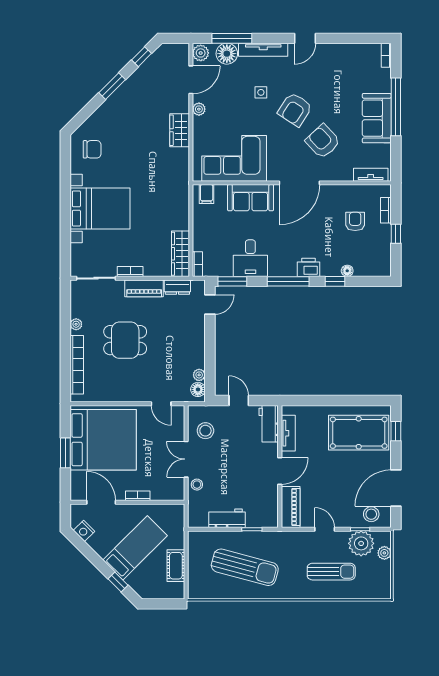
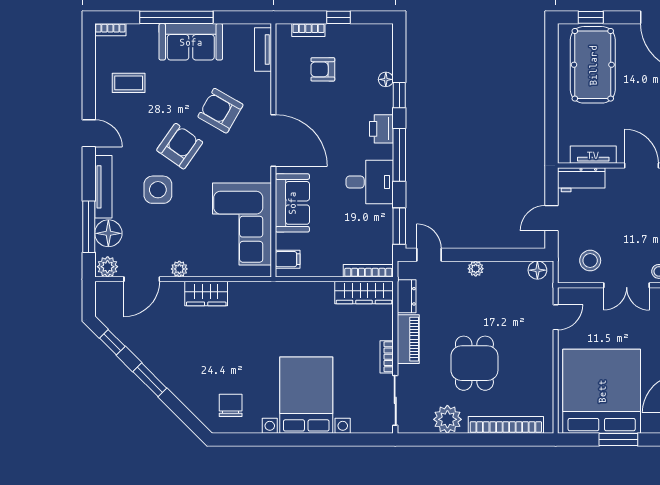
coffee table: (344, 69) -> (129, 83), added
door: (191, 80) -> (142, 279), swing flipped
side table: (261, 92) -> (158, 190), width x1.87, depth x1.87
armchair: (295, 109) -> (180, 146), turned -88
armchair: (323, 141) -> (220, 111), turned 73
desk: (250, 258) -> (370, 182), moved
bookcase: (197, 264) -> (368, 271), width x1.56
plant: (76, 324) -> (447, 419), width x1.88, depth x1.88
plant: (199, 375) -> (476, 269), moved

